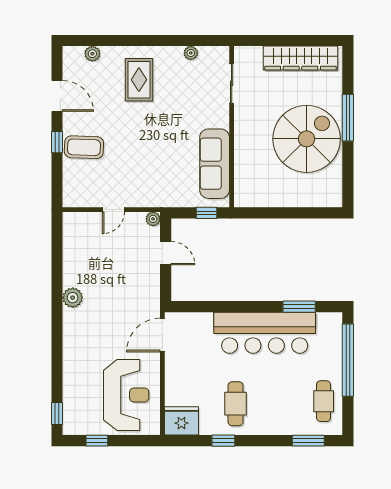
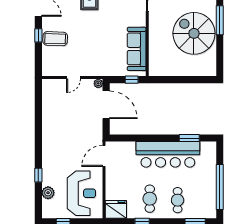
spiral stairs: (307, 139) -> (194, 33), turned -90
door: (166, 253) -> (106, 105), width x1.88
plant: (73, 298) -> (48, 193), moved
window: (348, 360) -> (220, 187), moved
cafe table: (324, 401) -> (178, 200), moved
window: (57, 413) -> (38, 175), moved

